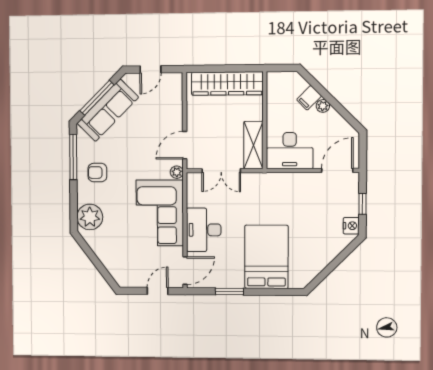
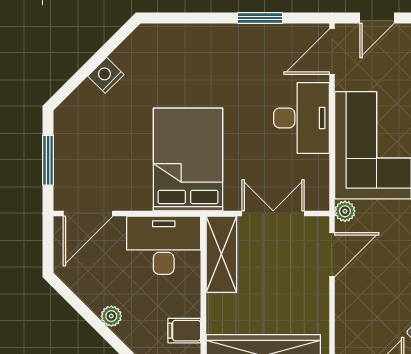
filing cabinet: (309, 98) -> (184, 331), moved, turned -135
window: (362, 204) -> (48, 160), width x1.50
nightstand: (351, 226) -> (106, 75), moved, turned 45
bed: (266, 257) -> (188, 159), moved, turned 180

